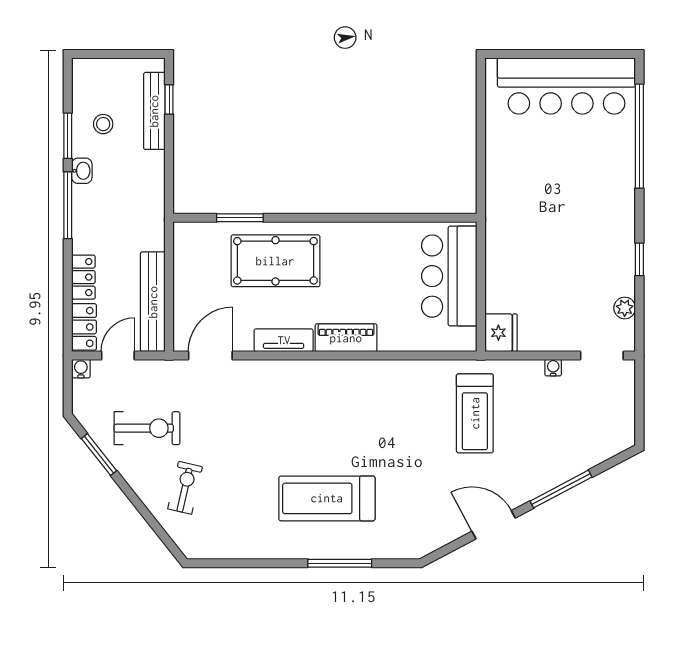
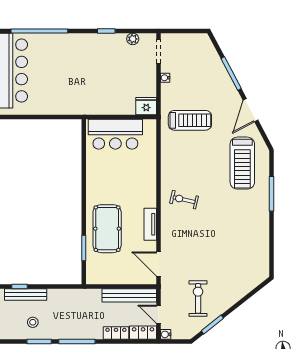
washbasin: (82, 171) -> (58, 334), removed
piano: (346, 338) -> (149, 190), removed
exercise bike: (185, 488) -> (184, 200), moved
treadmill: (327, 498) -> (242, 163), moved

